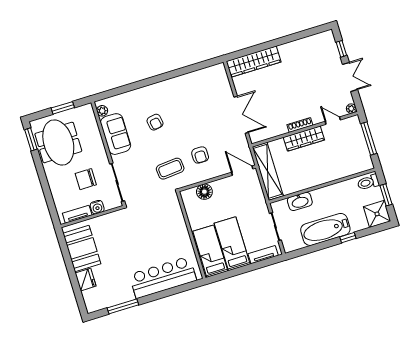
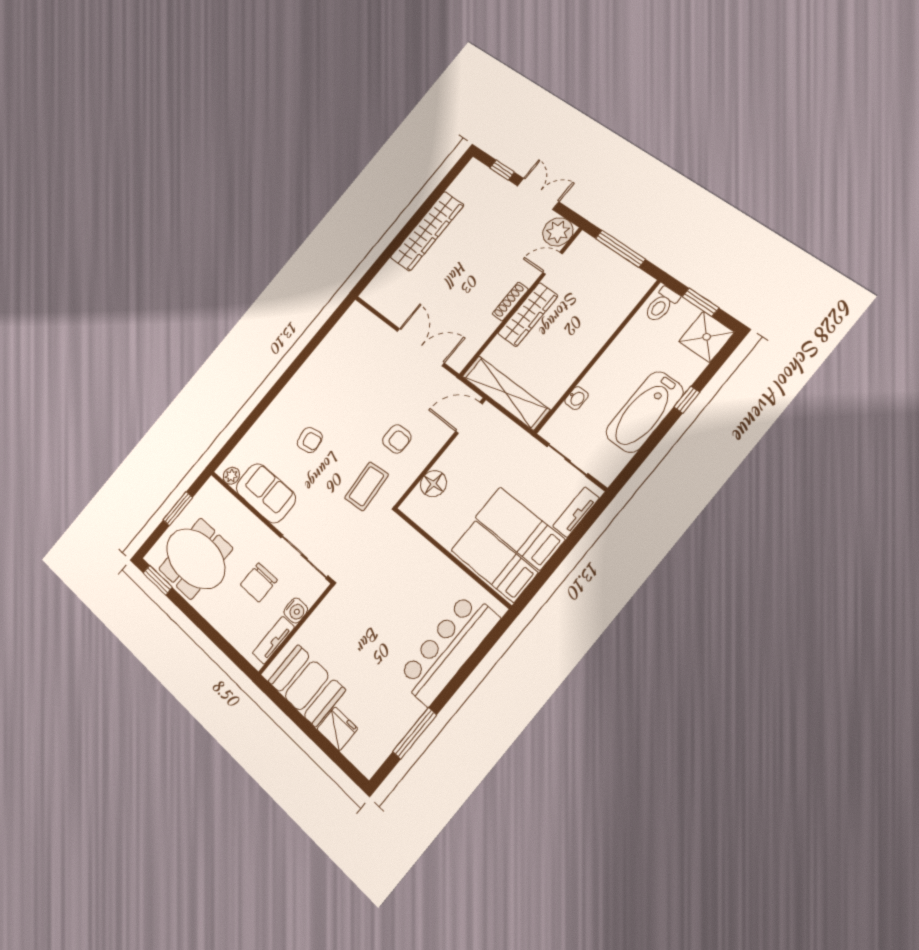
wardrobe: (254, 62) -> (427, 231), moved
plant: (351, 109) -> (558, 232), width x1.88, depth x1.88
washbasin: (300, 201) -> (577, 398), width x0.52, depth x0.69

